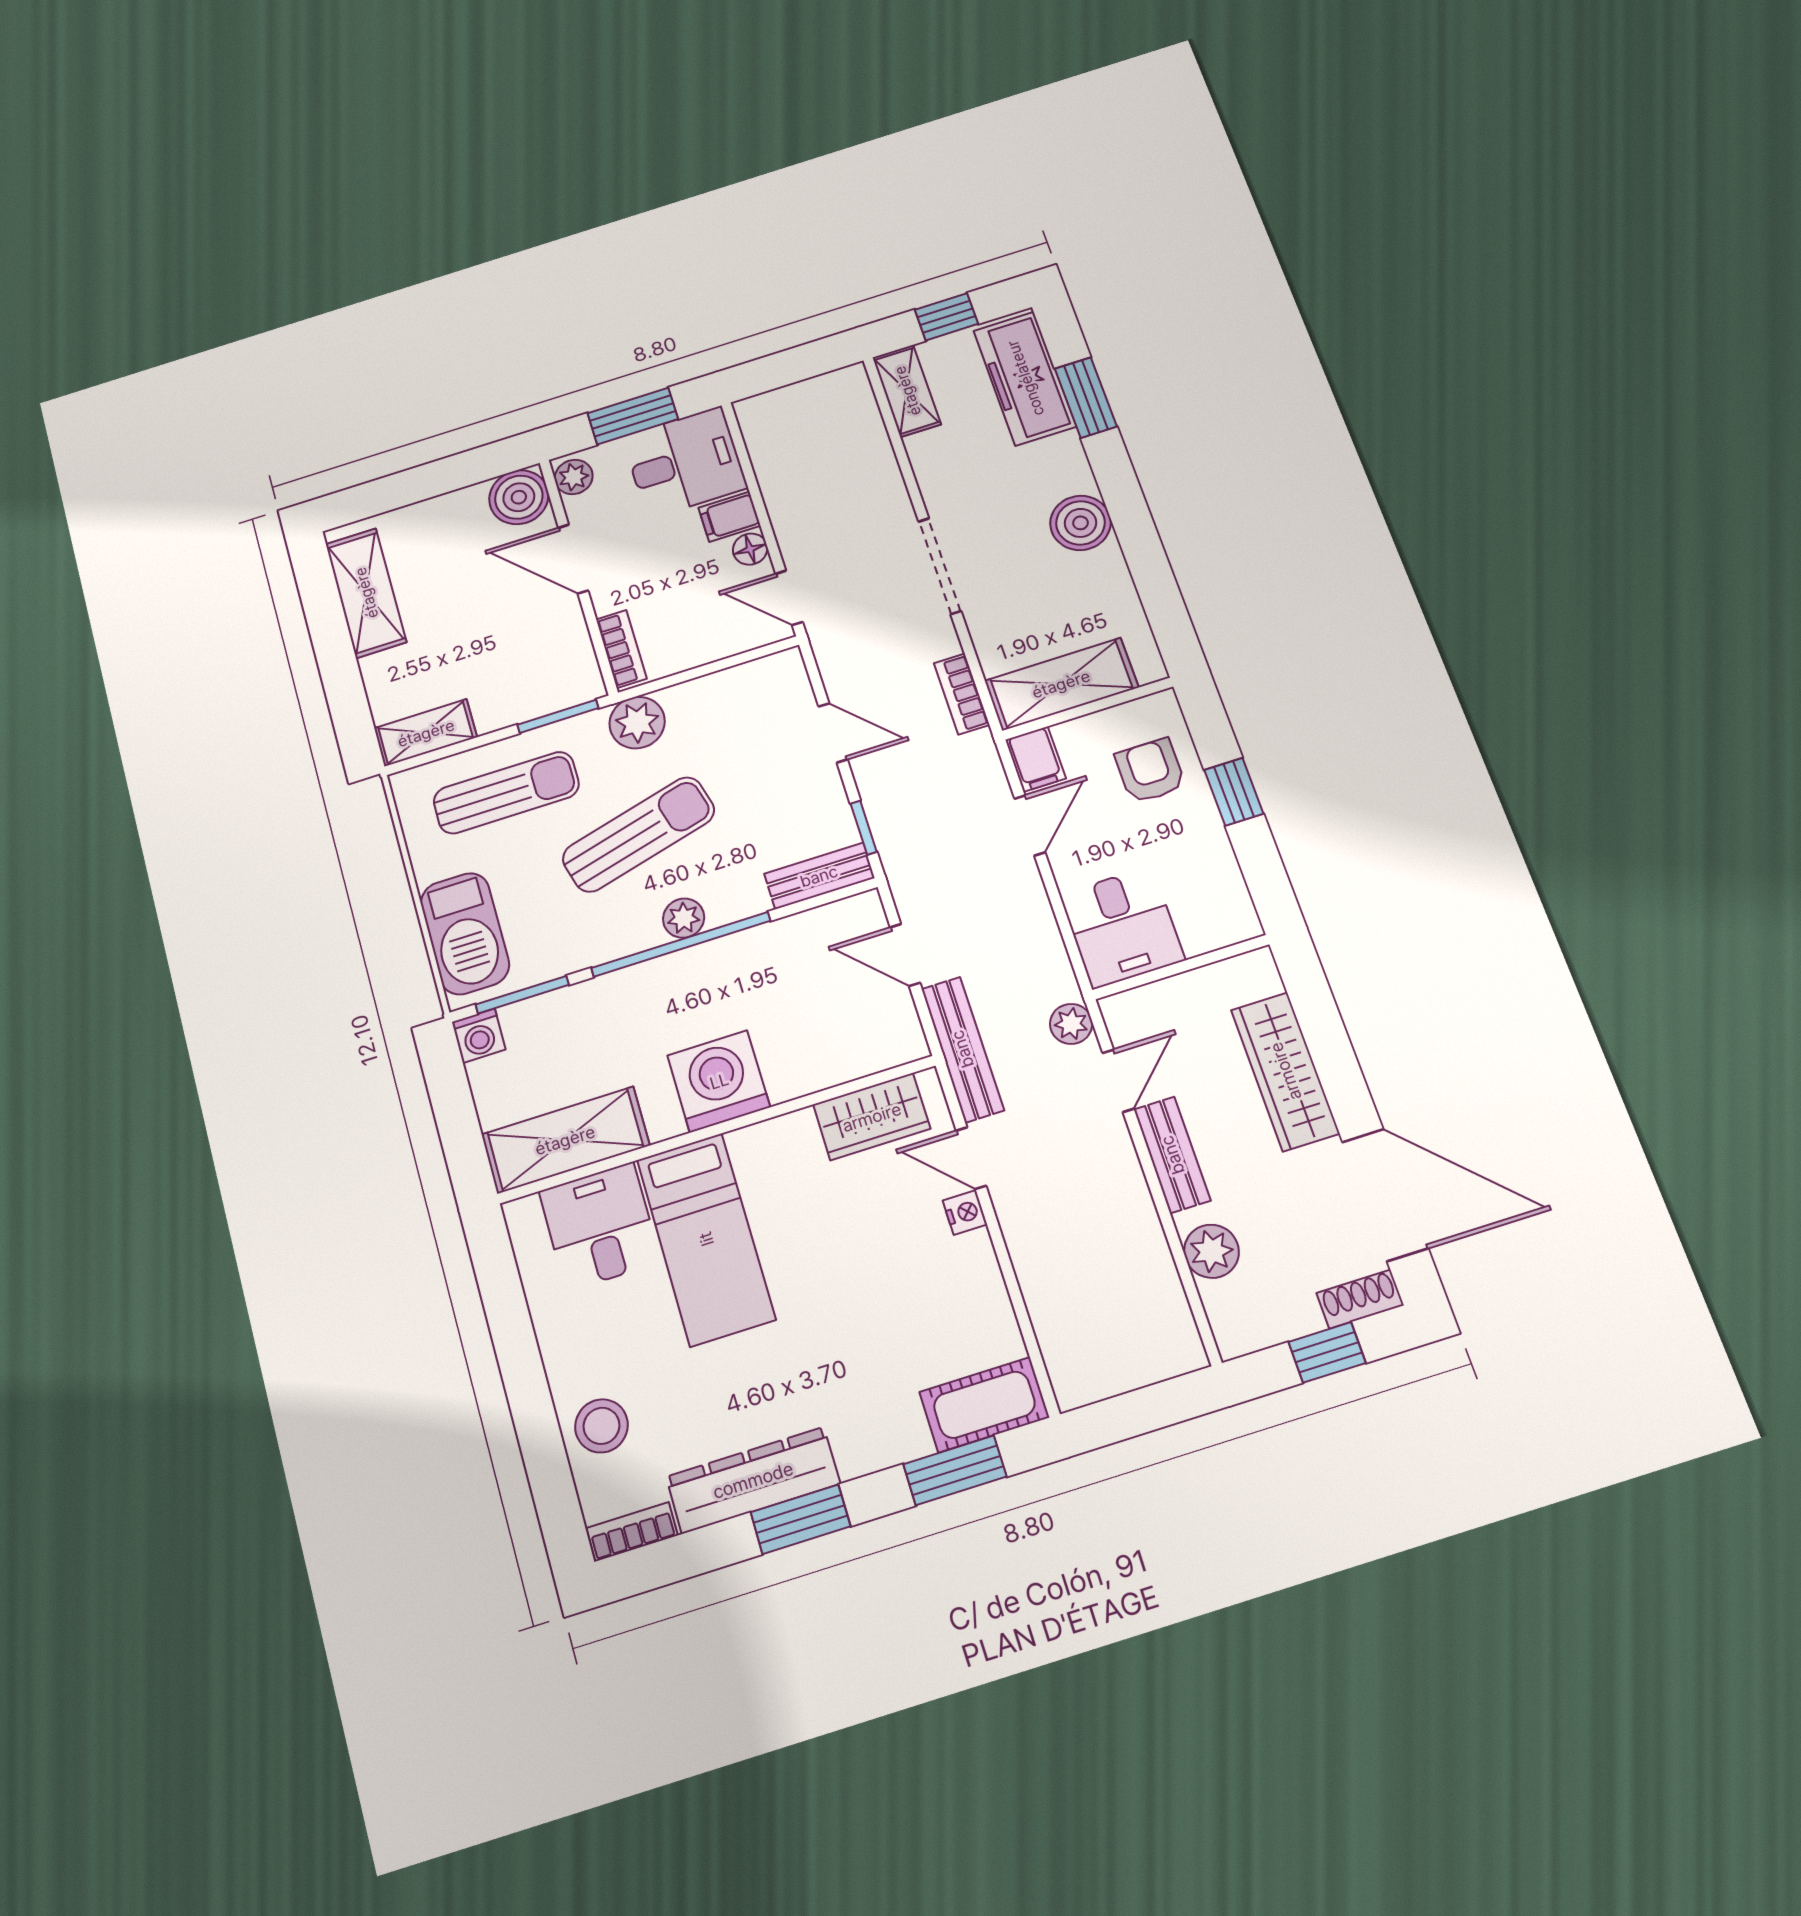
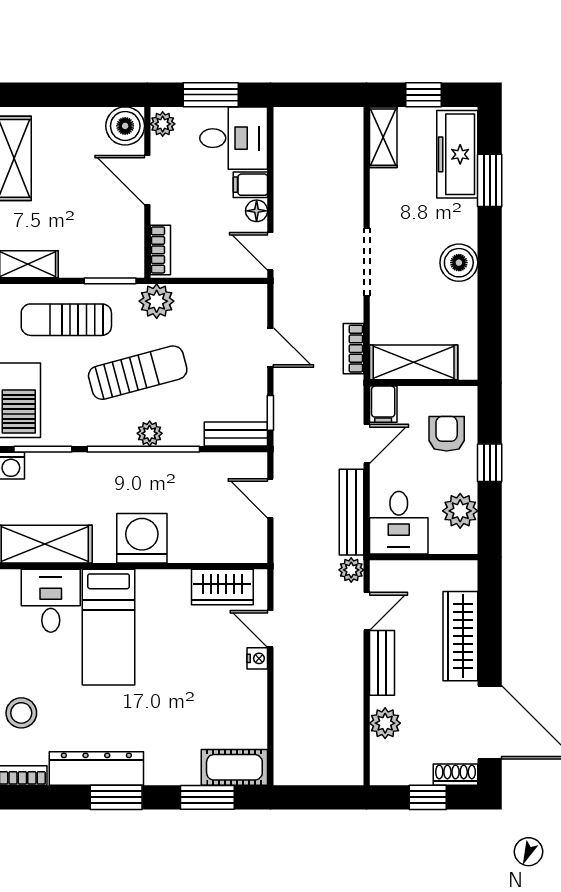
sun lounger: (506, 793) -> (66, 320), turned 180
plant: (1214, 878) -> (460, 511), added
bench: (962, 1049) -> (352, 512), moved

